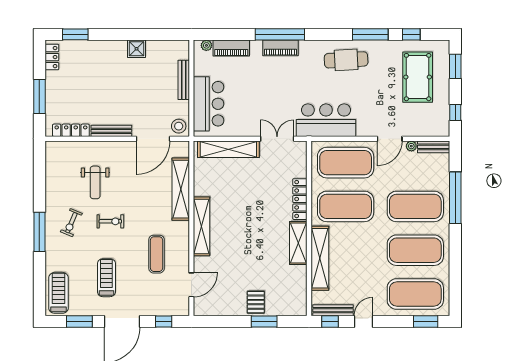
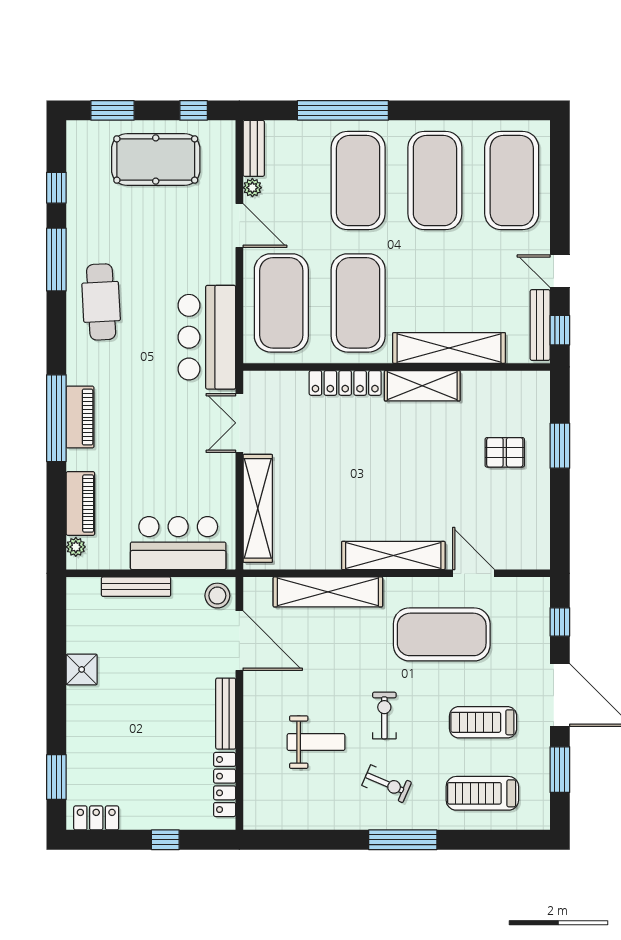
pool table: (418, 77) -> (156, 159), moved
window: (39, 96) -> (165, 840), width x0.46
exercise mat: (157, 254) -> (442, 634), width x2.00, depth x1.45
door: (191, 285) -> (474, 573), moved
treadmill: (59, 293) -> (482, 793), moved
pallet: (256, 302) -> (505, 452), moved
window: (426, 321) -> (560, 163), removed

